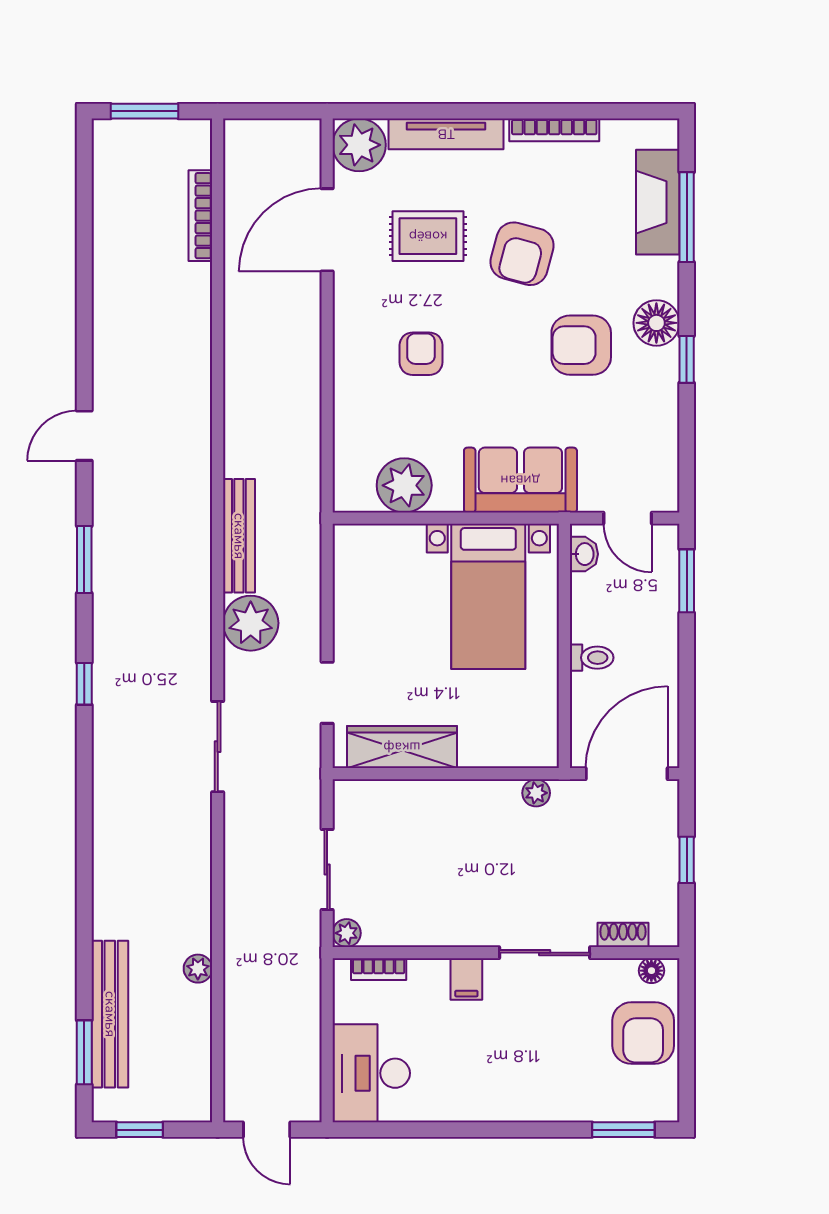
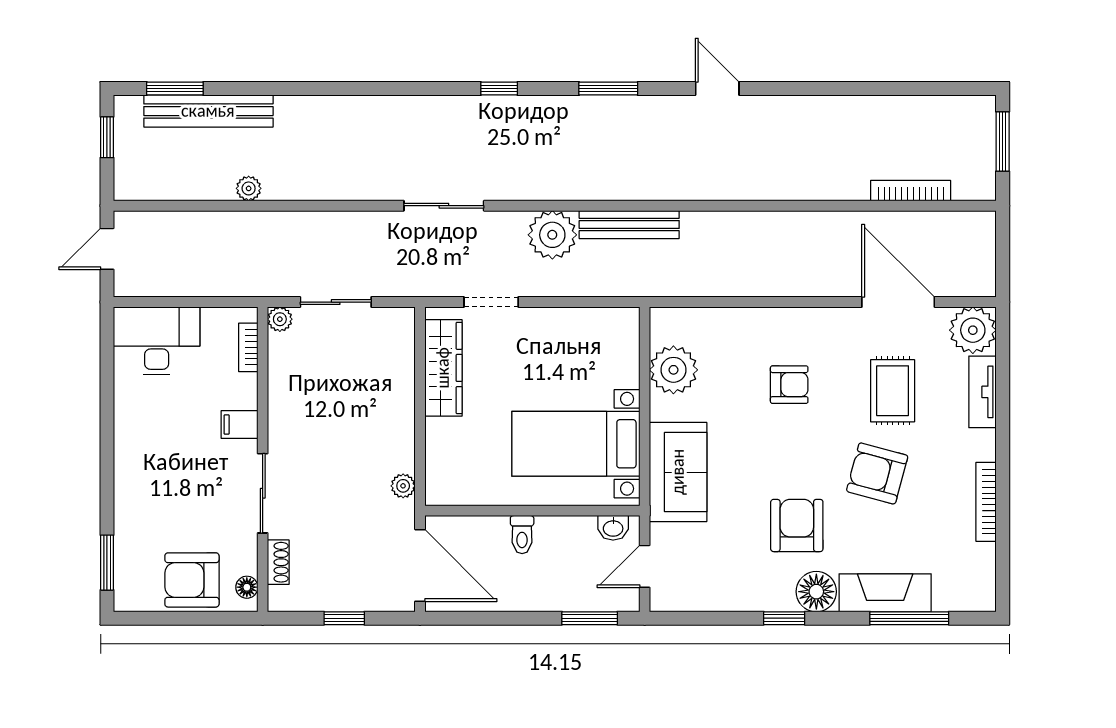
tv unit: (446, 134) -> (982, 392), width x0.71
fireplace: (658, 202) -> (885, 593), moved

